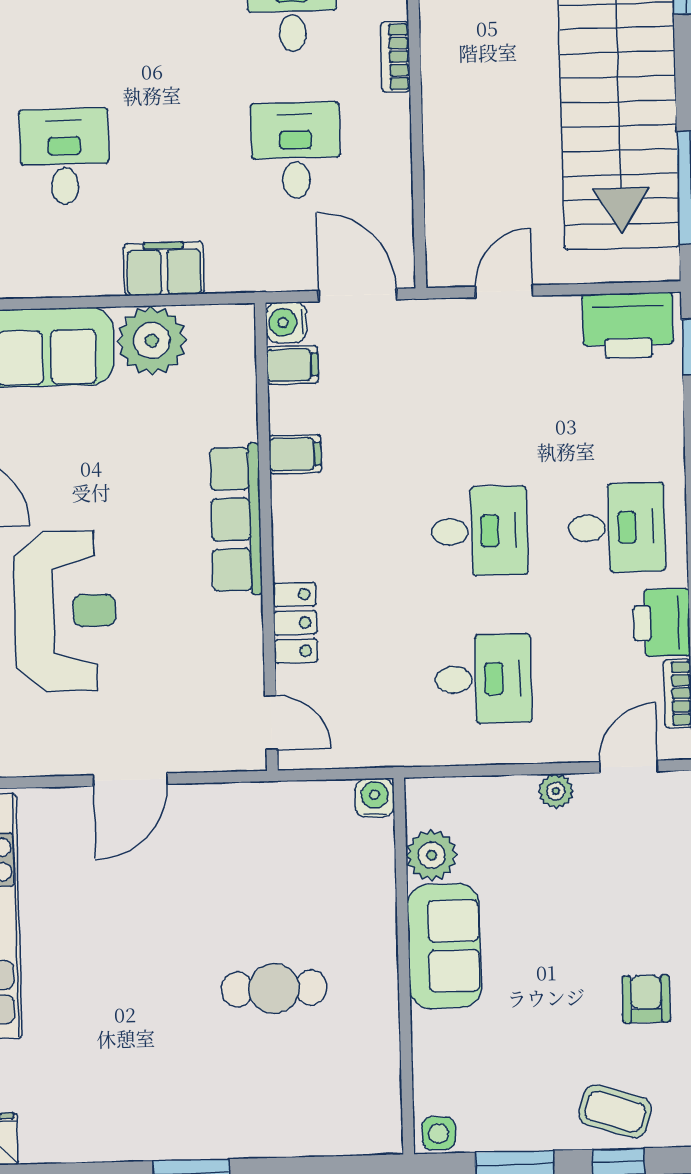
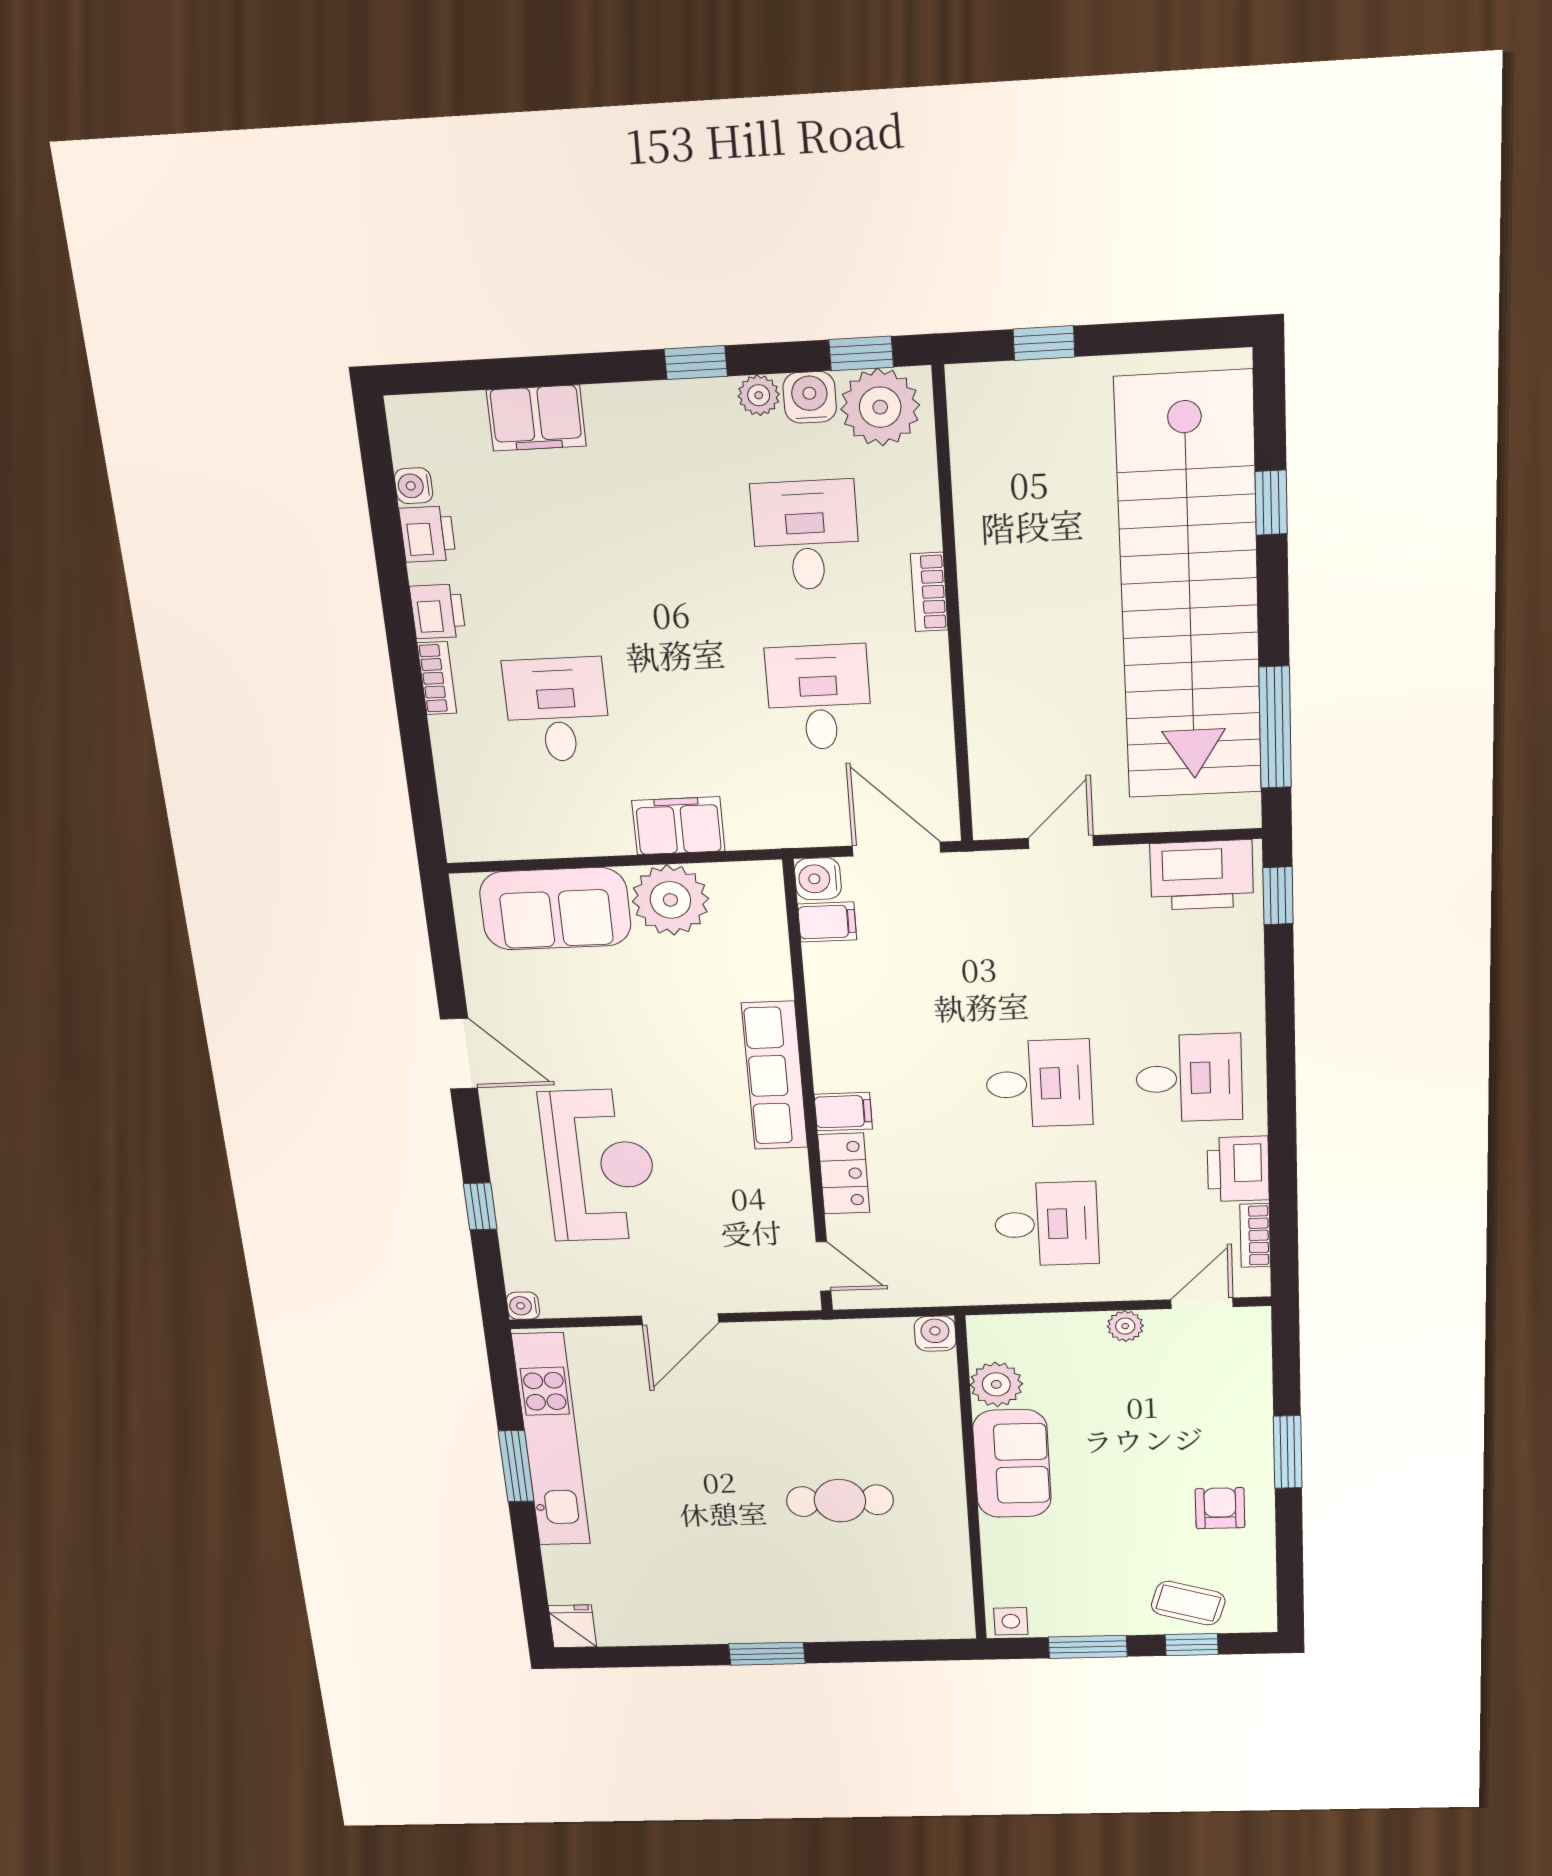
filing cabinet: (295, 454) -> (843, 1112), moved

